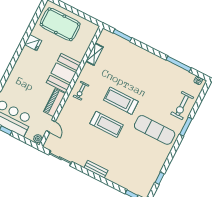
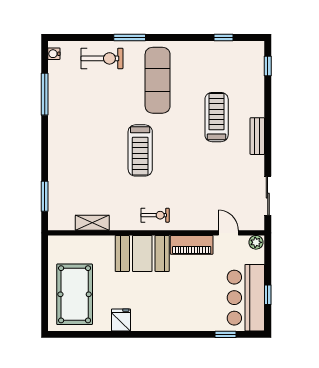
treadmill: (107, 124) -> (217, 117), moved
door: (51, 126) -> (228, 233), hinge flipped

